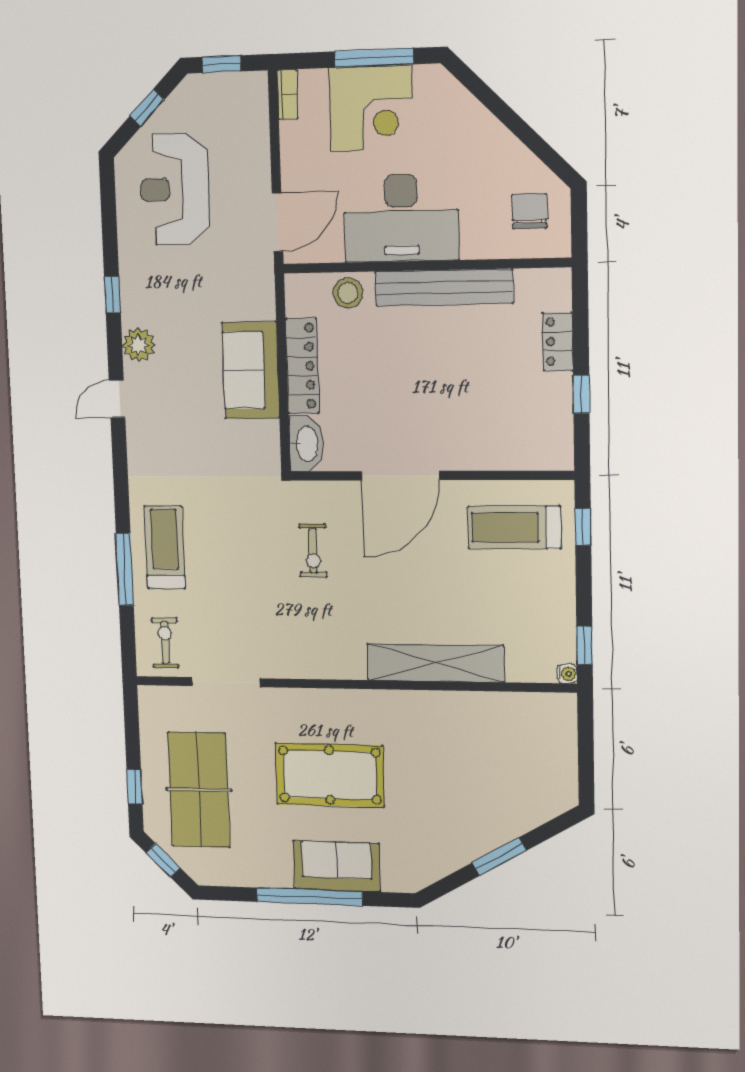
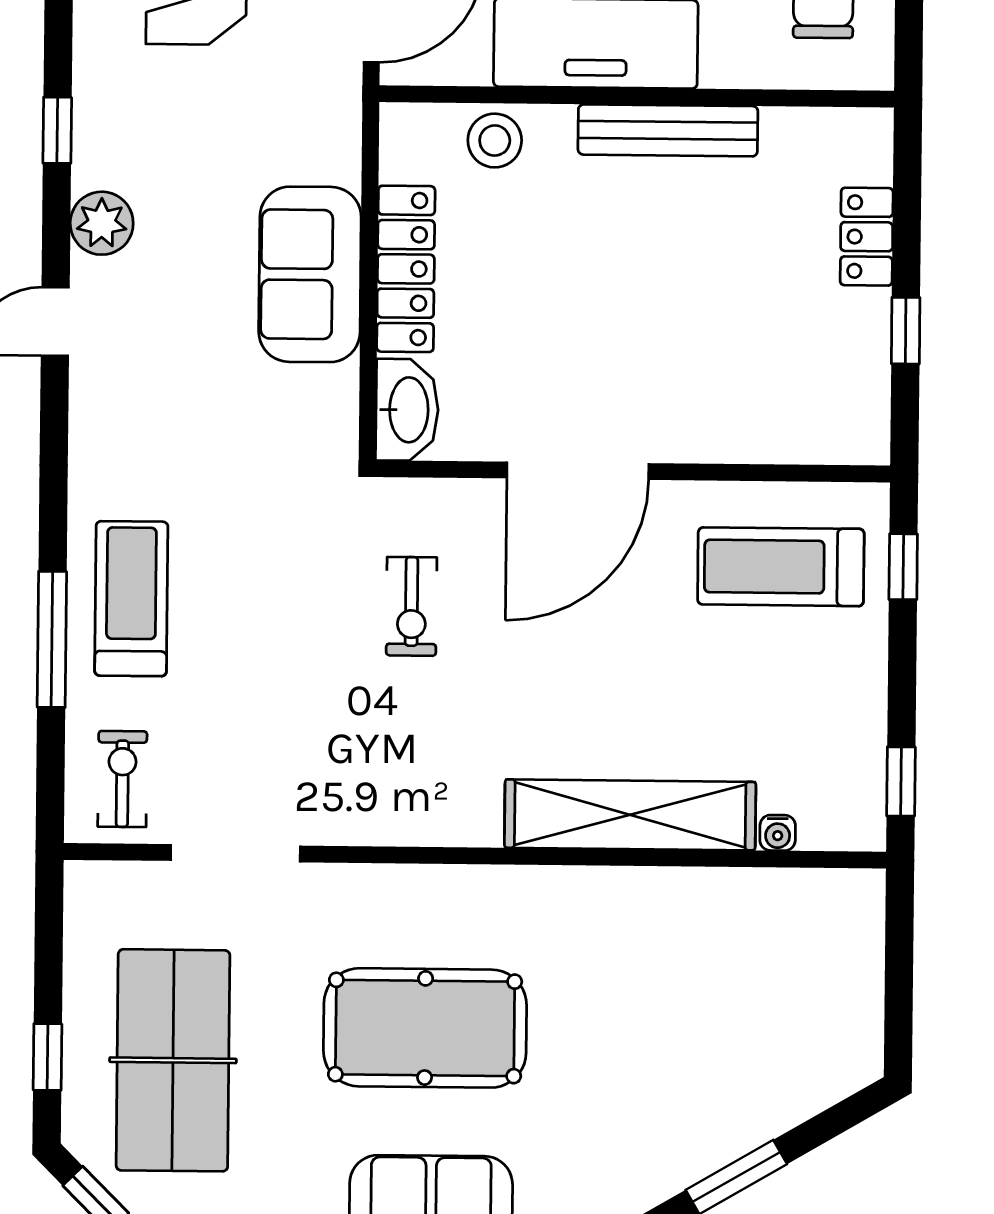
bench: (444, 287) -> (668, 130), width x0.73, depth x0.82
water cooler: (567, 674) -> (778, 833), moved, turned 90

